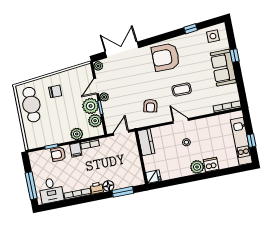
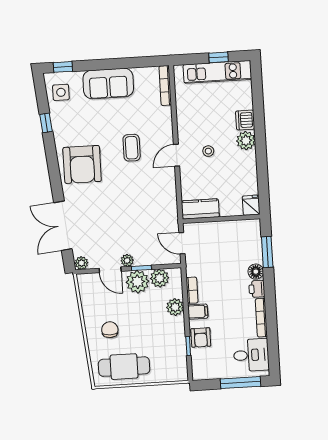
window: (235, 56) -> (63, 67), moved
armchair: (150, 106) -> (149, 196), removed

